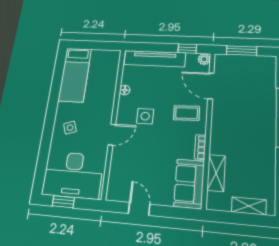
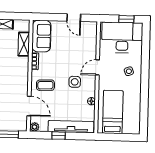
window: (187, 49) -> (59, 136), moved
bed: (75, 75) -> (113, 112), moved

